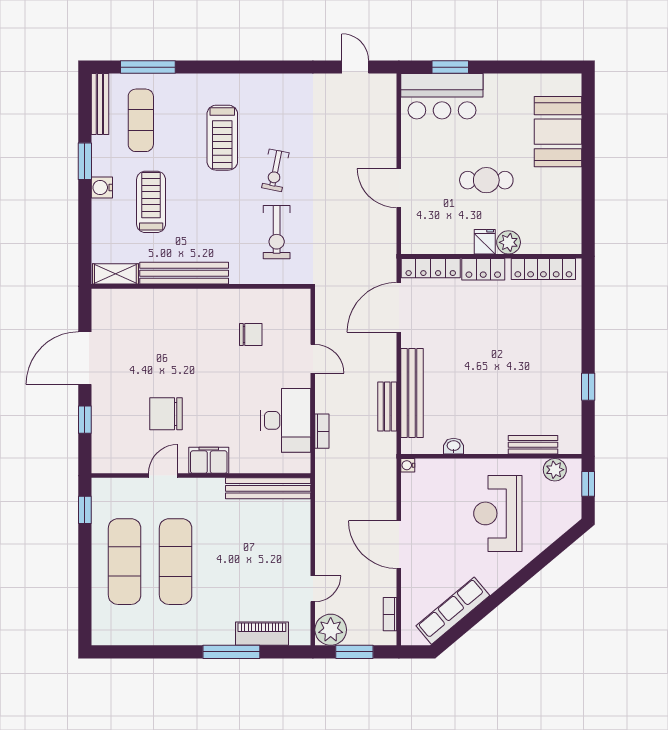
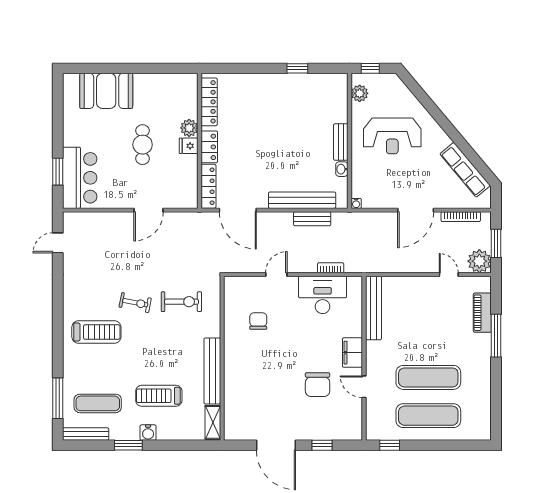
treadmill: (222, 138) -> (96, 332), moved
bench: (533, 445) -> (341, 142), moved
bookcase: (390, 614) -> (461, 217), width x1.56

